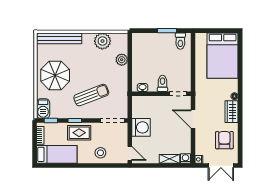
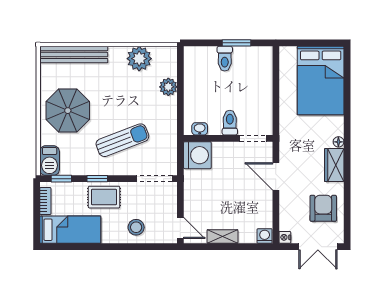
toilet: (180, 41) -> (225, 59), moved
washing machine: (141, 127) -> (197, 155), moved
shelving: (170, 159) -> (222, 237), moved

